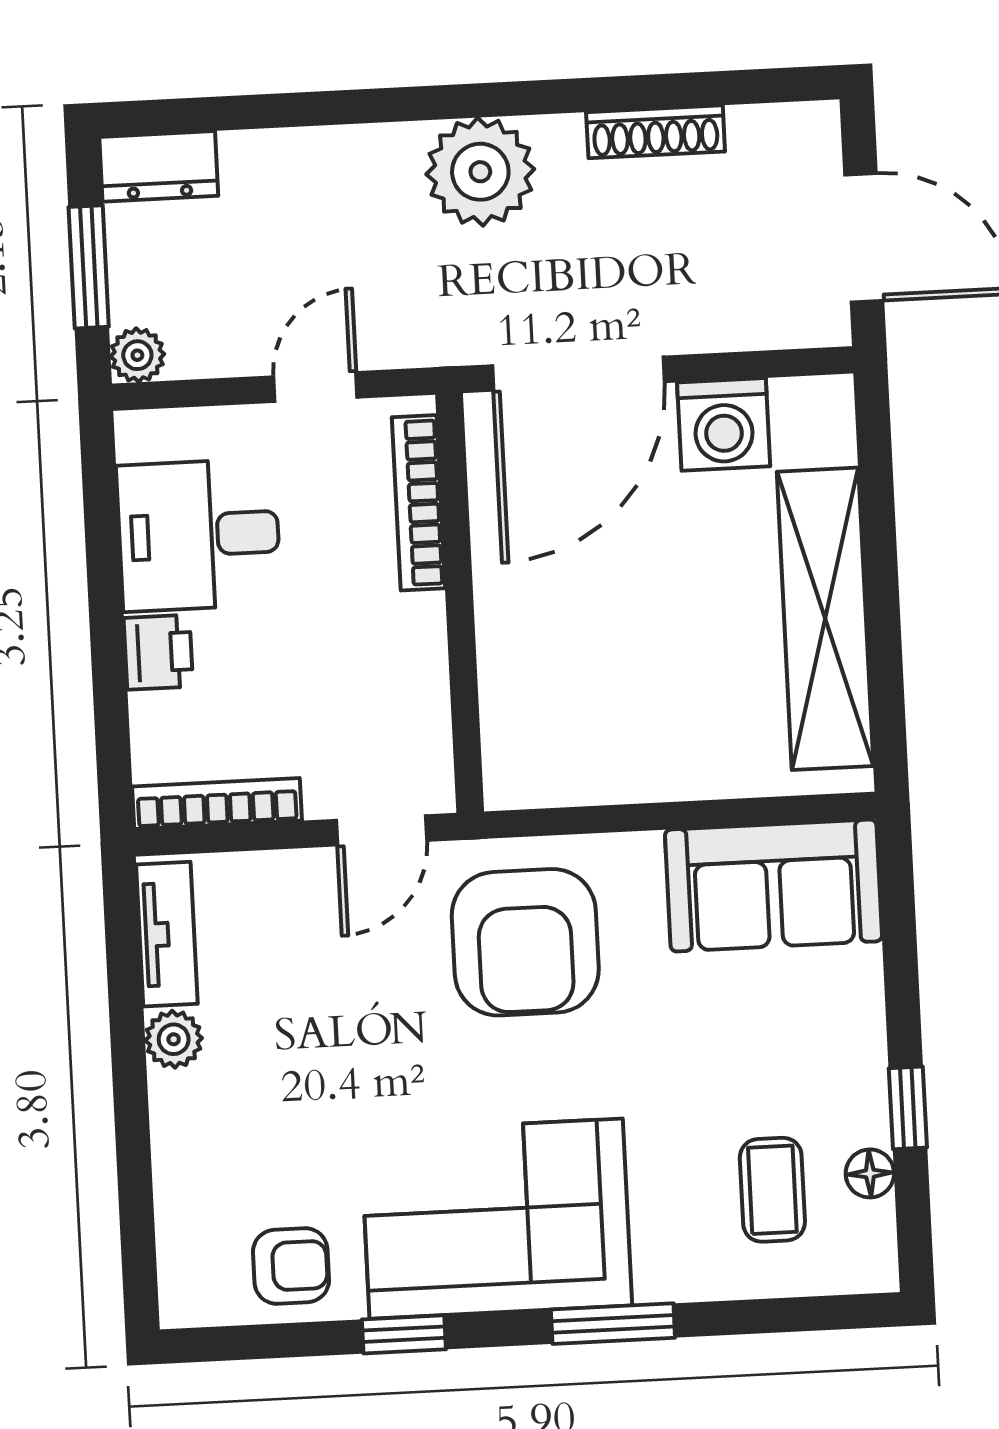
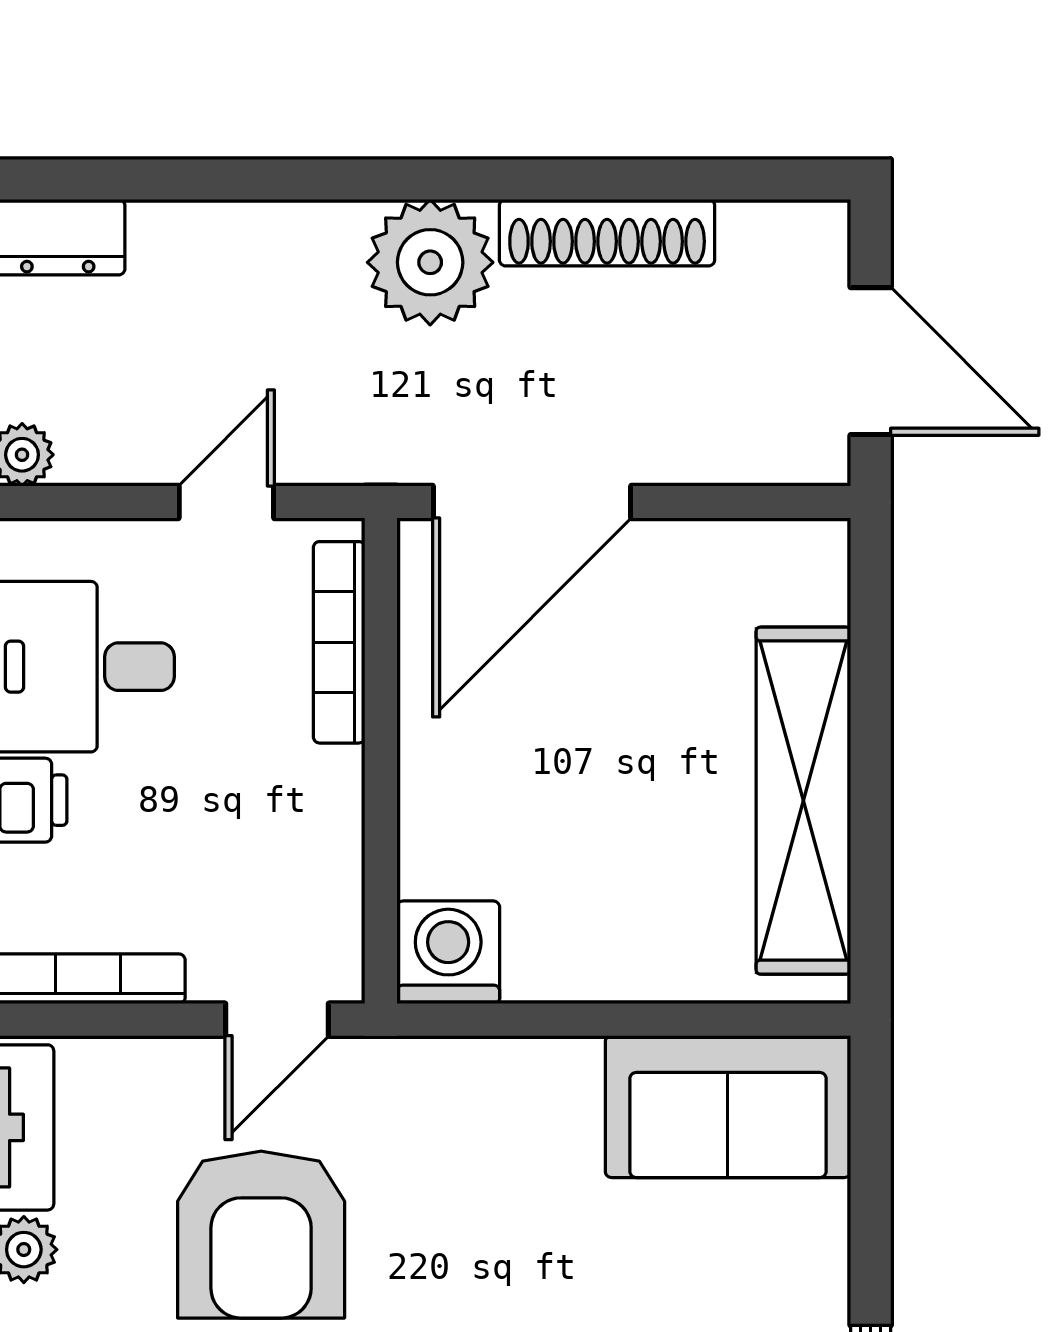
shoe rack: (656, 132) -> (607, 233), width x1.36, depth x1.24
washing machine: (724, 424) -> (448, 952), moved, turned 180
armchair: (525, 942) -> (261, 1235), moved

